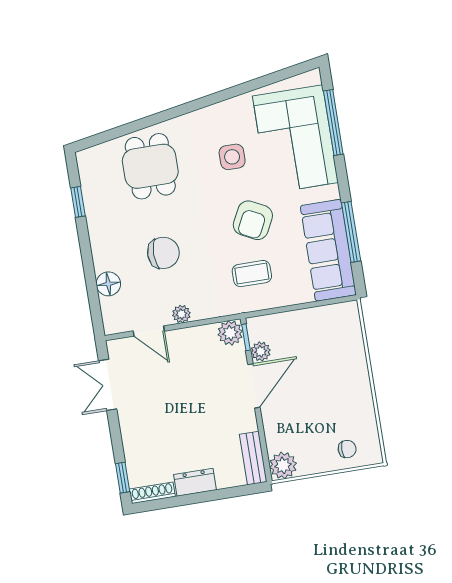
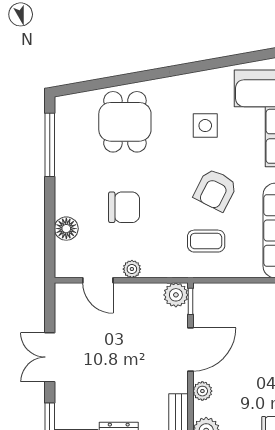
window: (78, 202) -> (50, 145), width x2.17
plant: (261, 351) -> (202, 391), moved
double door: (108, 385) -> (50, 357), moved

